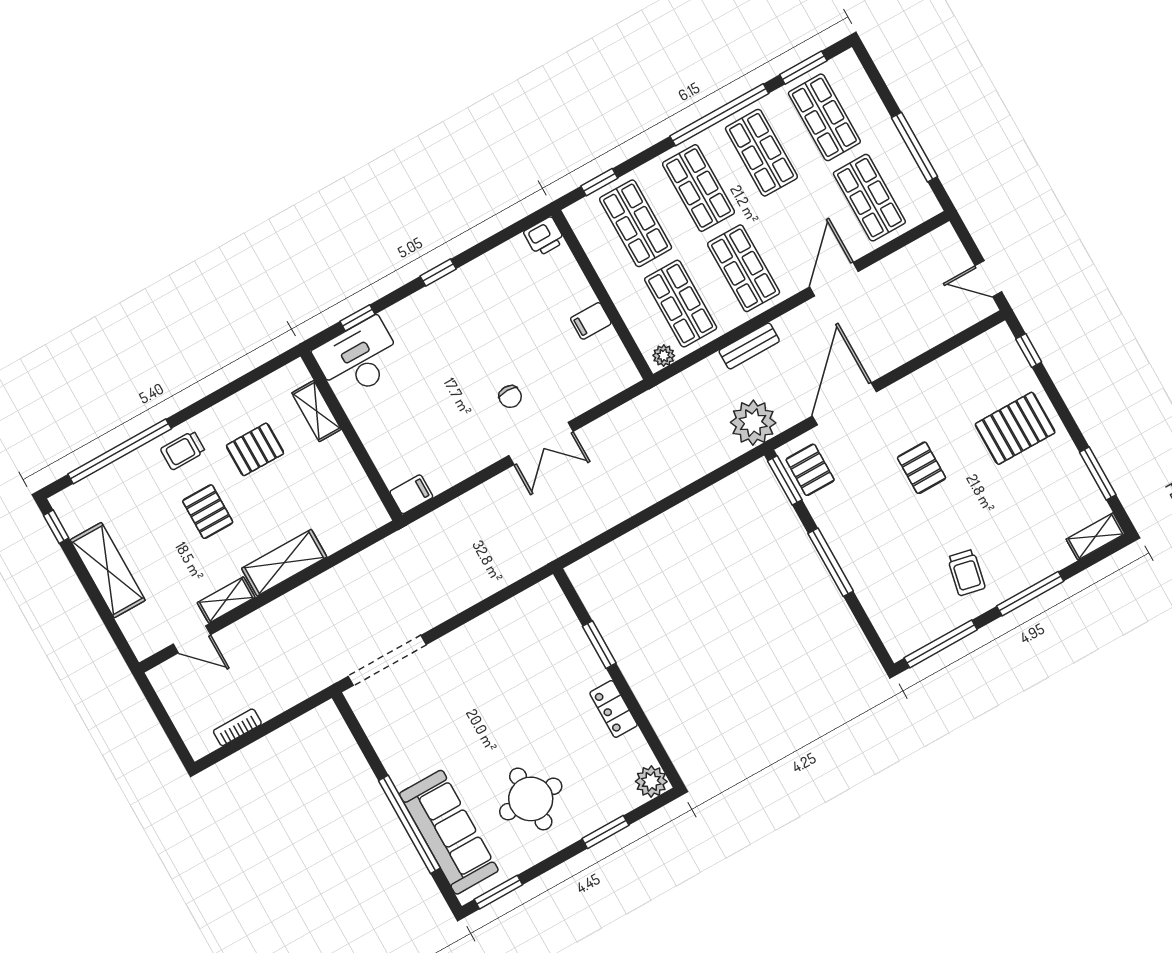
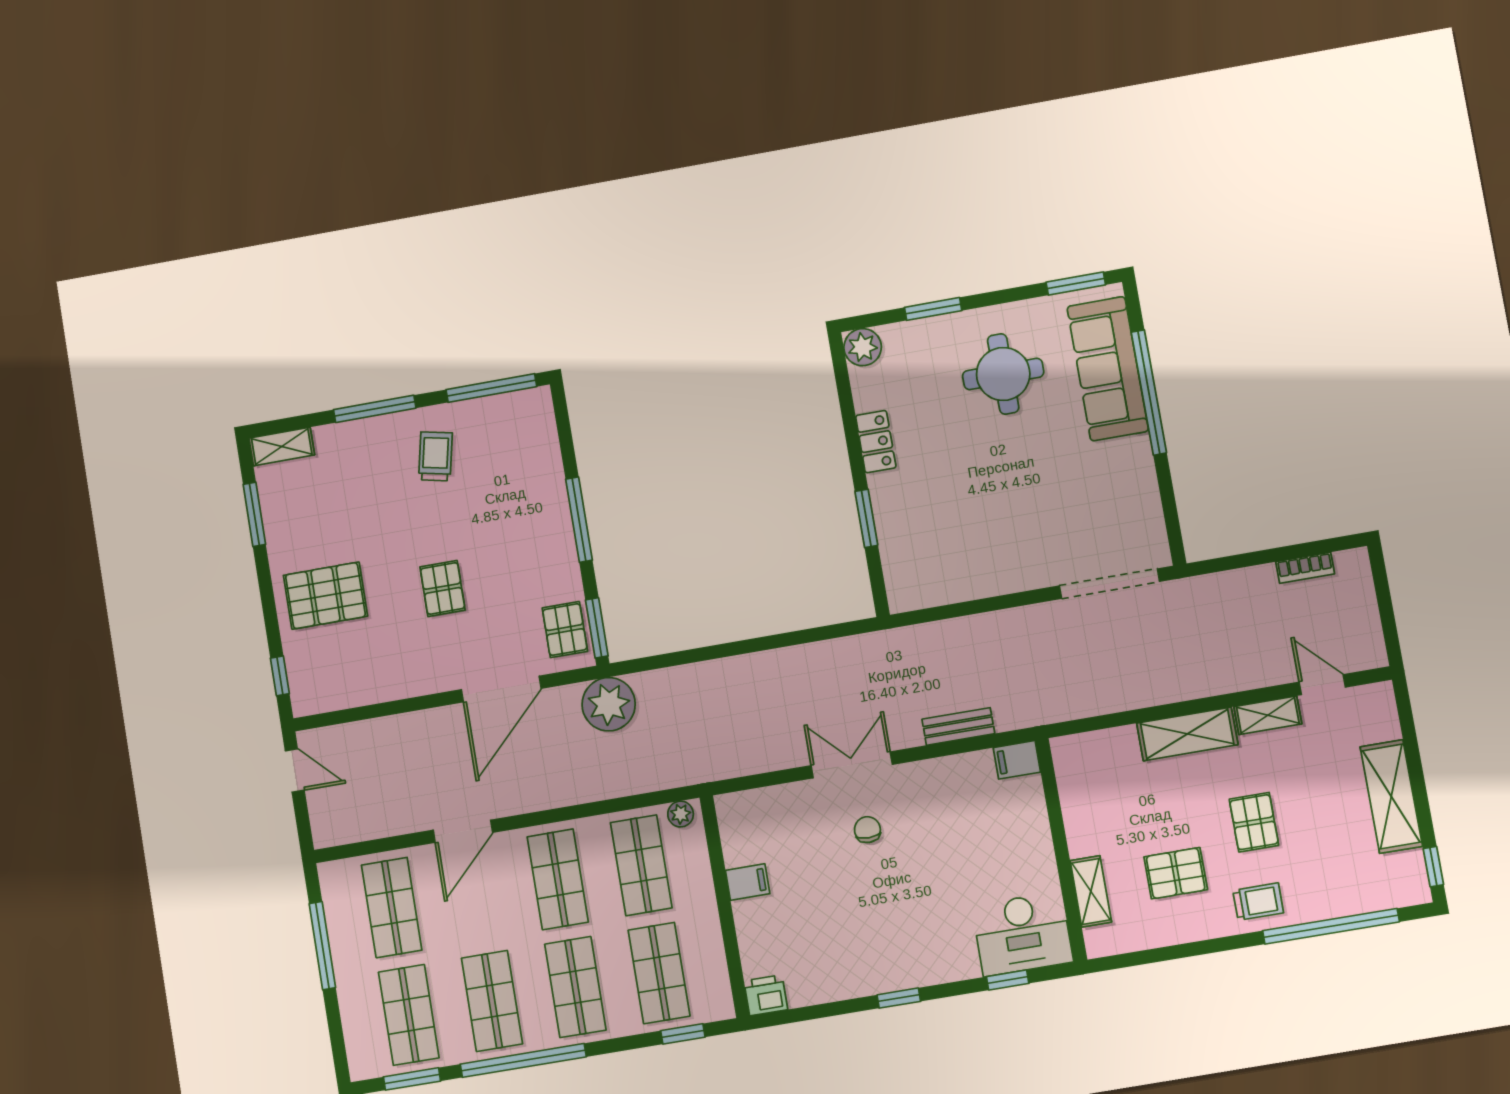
bench: (749, 346) -> (958, 726), moved

